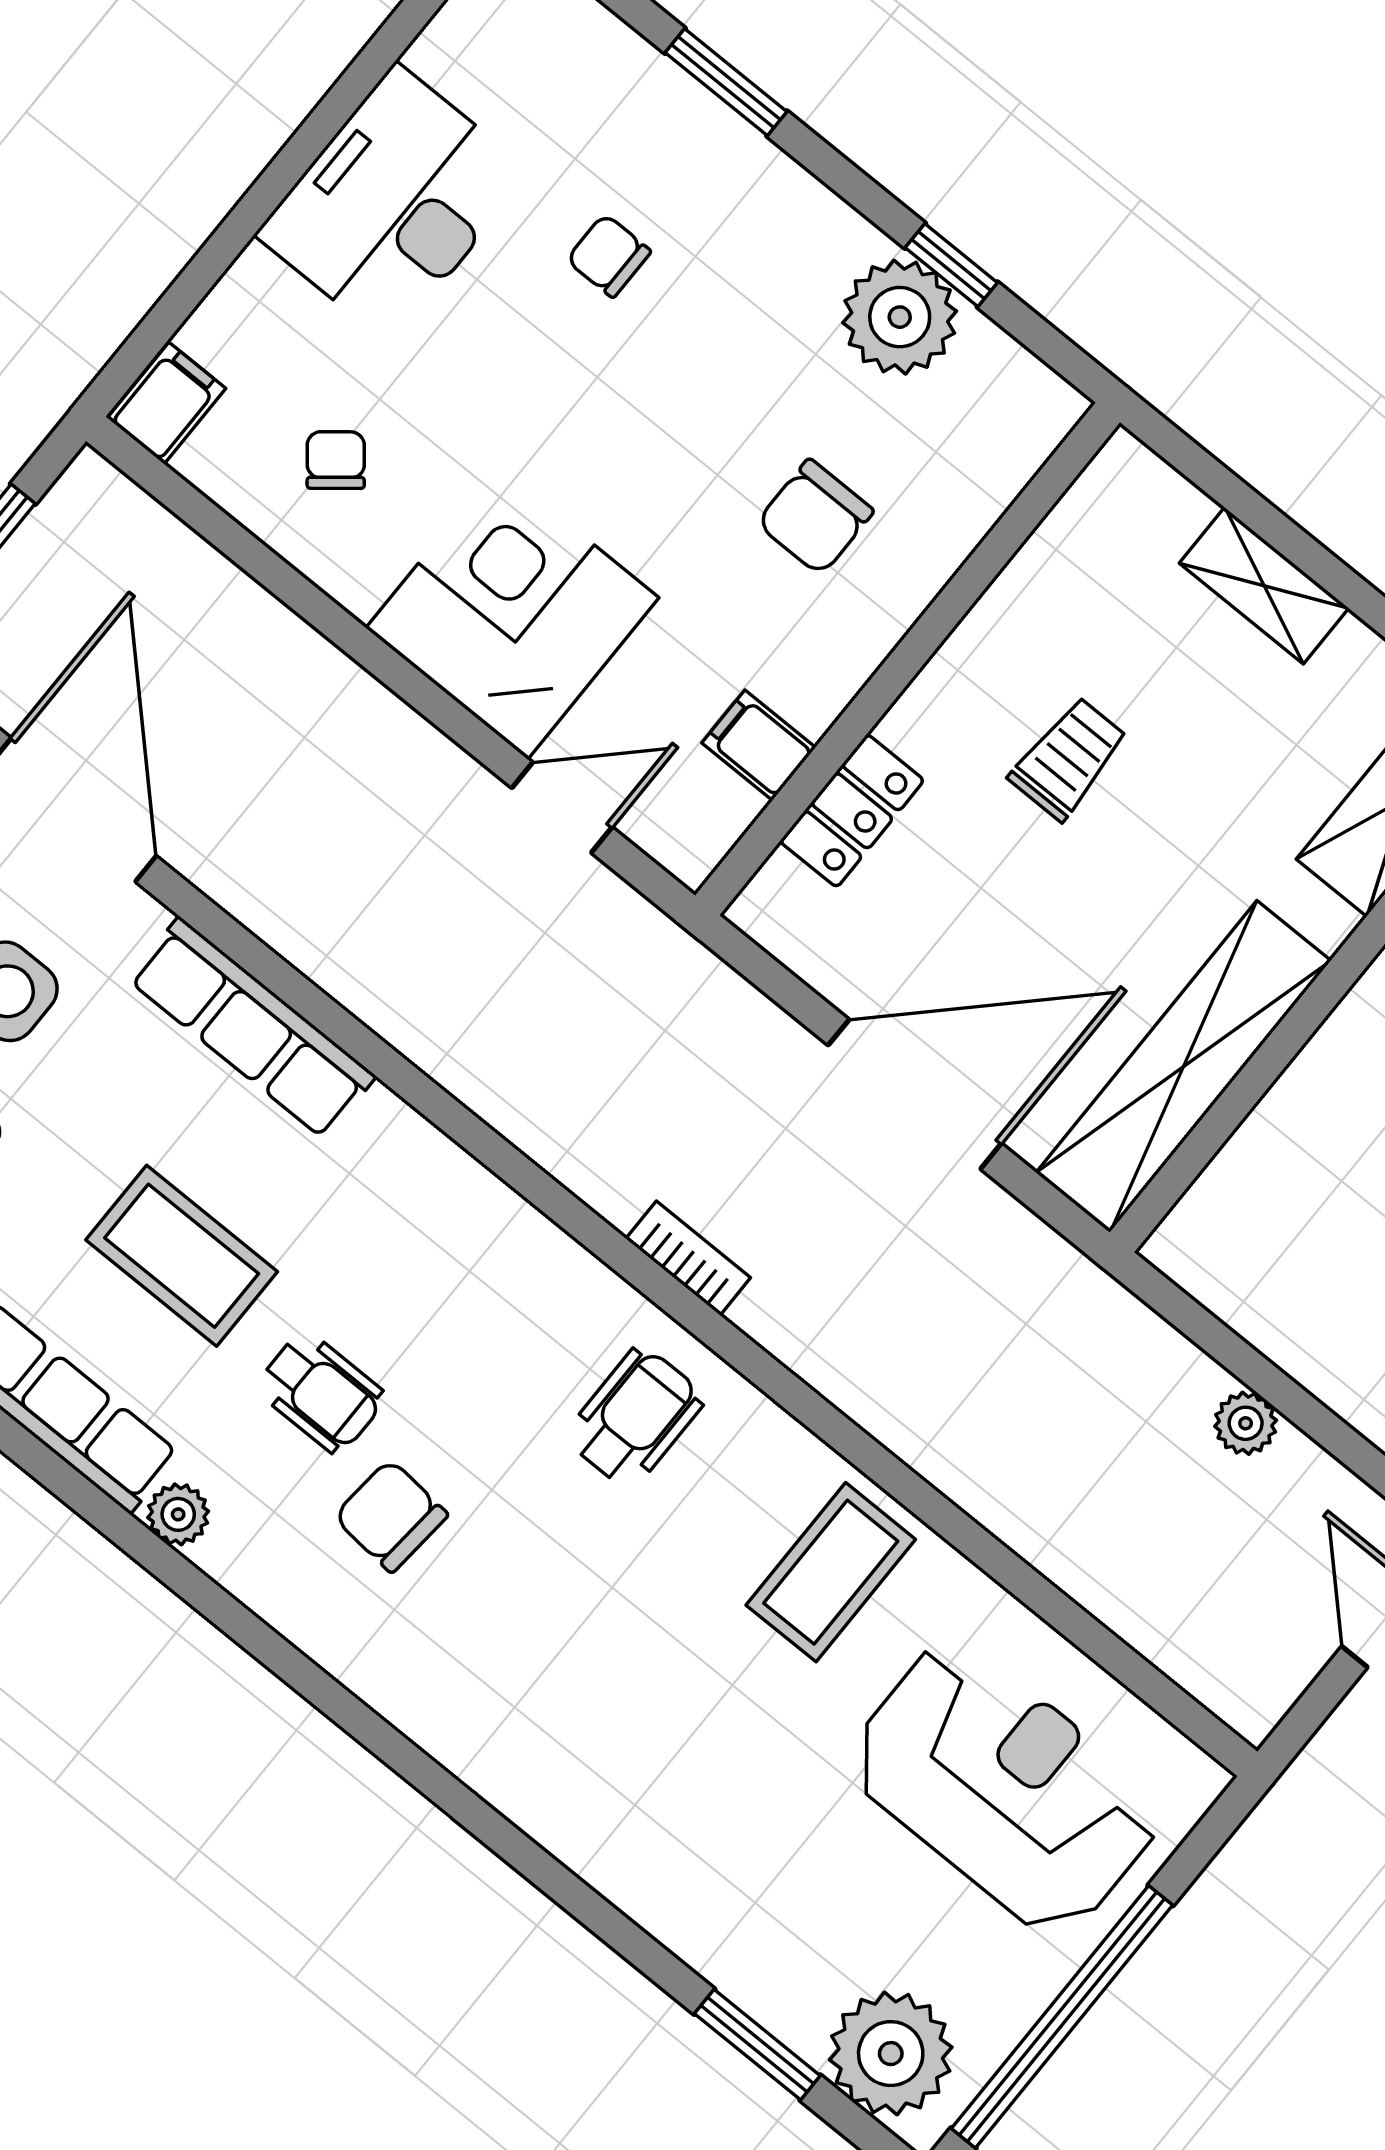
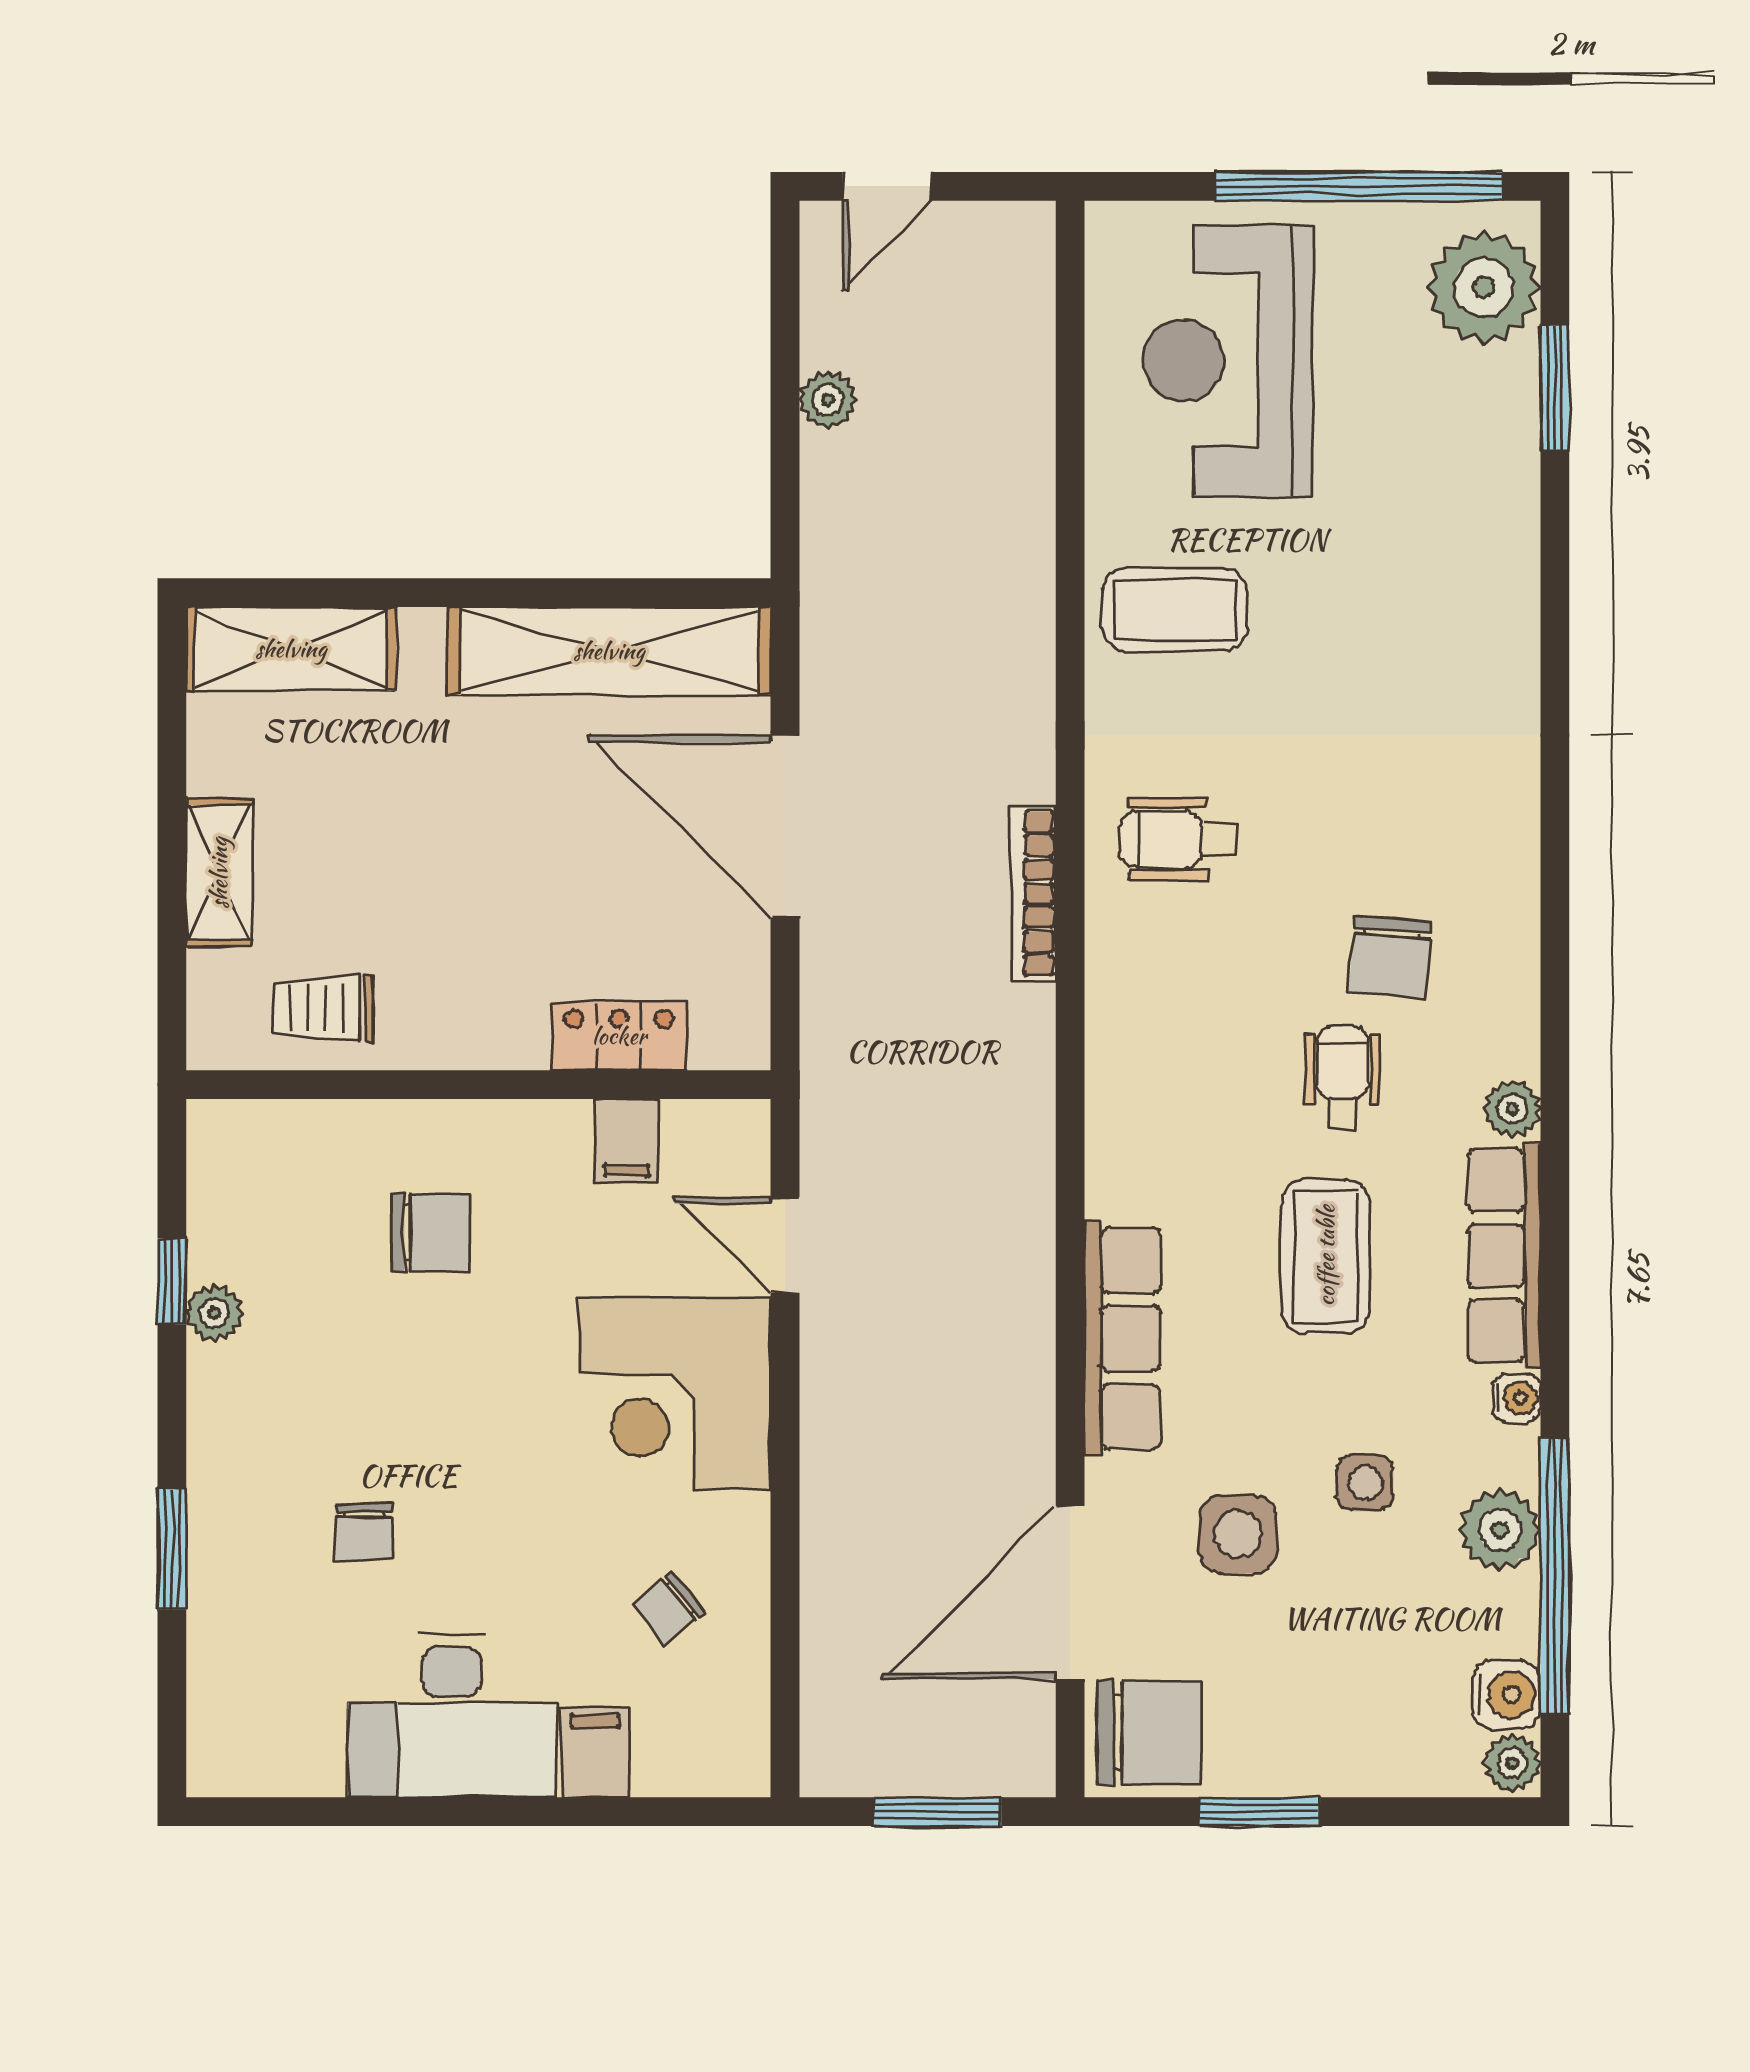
plant: (900, 317) -> (214, 1313), width x0.53, depth x0.53
filing cabinet: (167, 403) -> (595, 1752), moved, turned 90
trolley: (1069, 758) -> (323, 1008), moved
bookcase: (688, 1258) -> (1034, 893), width x1.56

